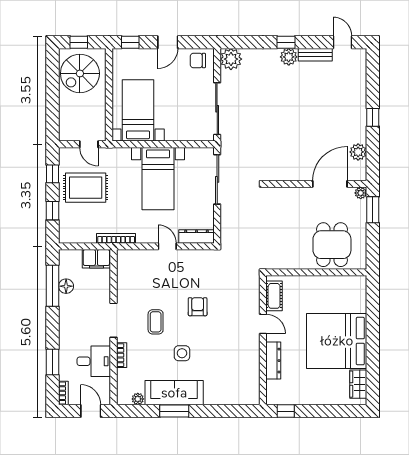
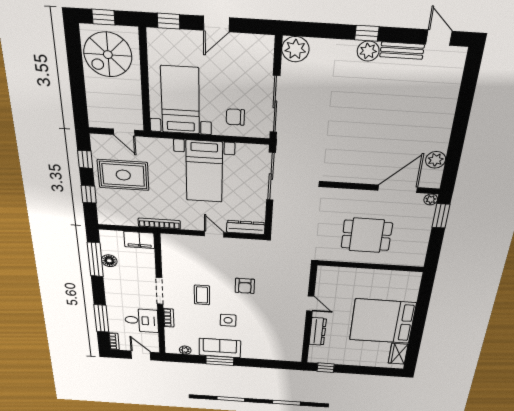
chair: (198, 61) -> (235, 117), moved
window: (373, 117) -> (460, 125), removed
dining table: (332, 245) -> (367, 235), moved, turned 90
cot: (274, 296) -> (324, 282), removed
armchair: (198, 307) -> (245, 286), turned 180
window: (53, 362) -> (101, 318), width x1.44
sofa: (174, 393) -> (220, 348), width x0.73

